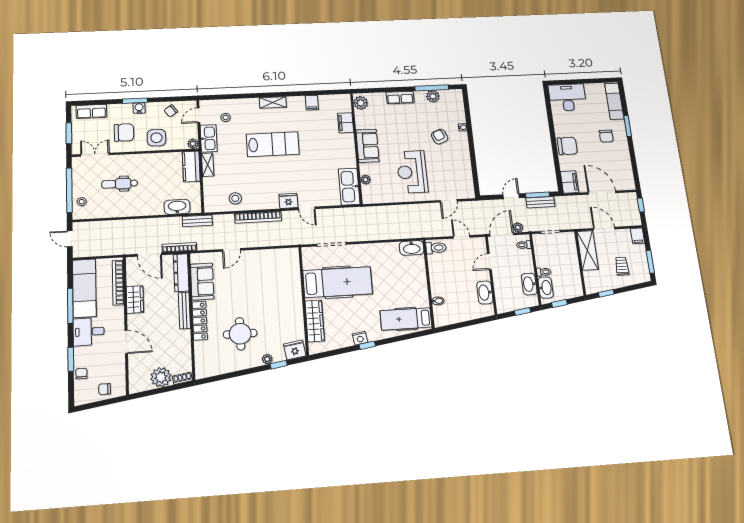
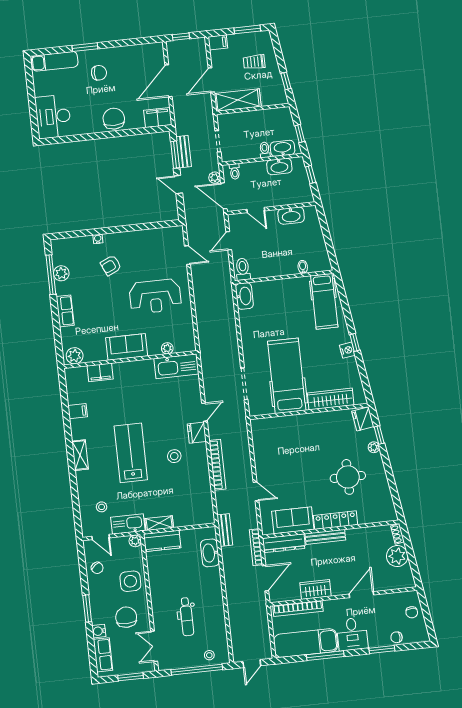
water cooler: (139, 108) -> (99, 631), moved
stool: (235, 198) -> (174, 456), moved

